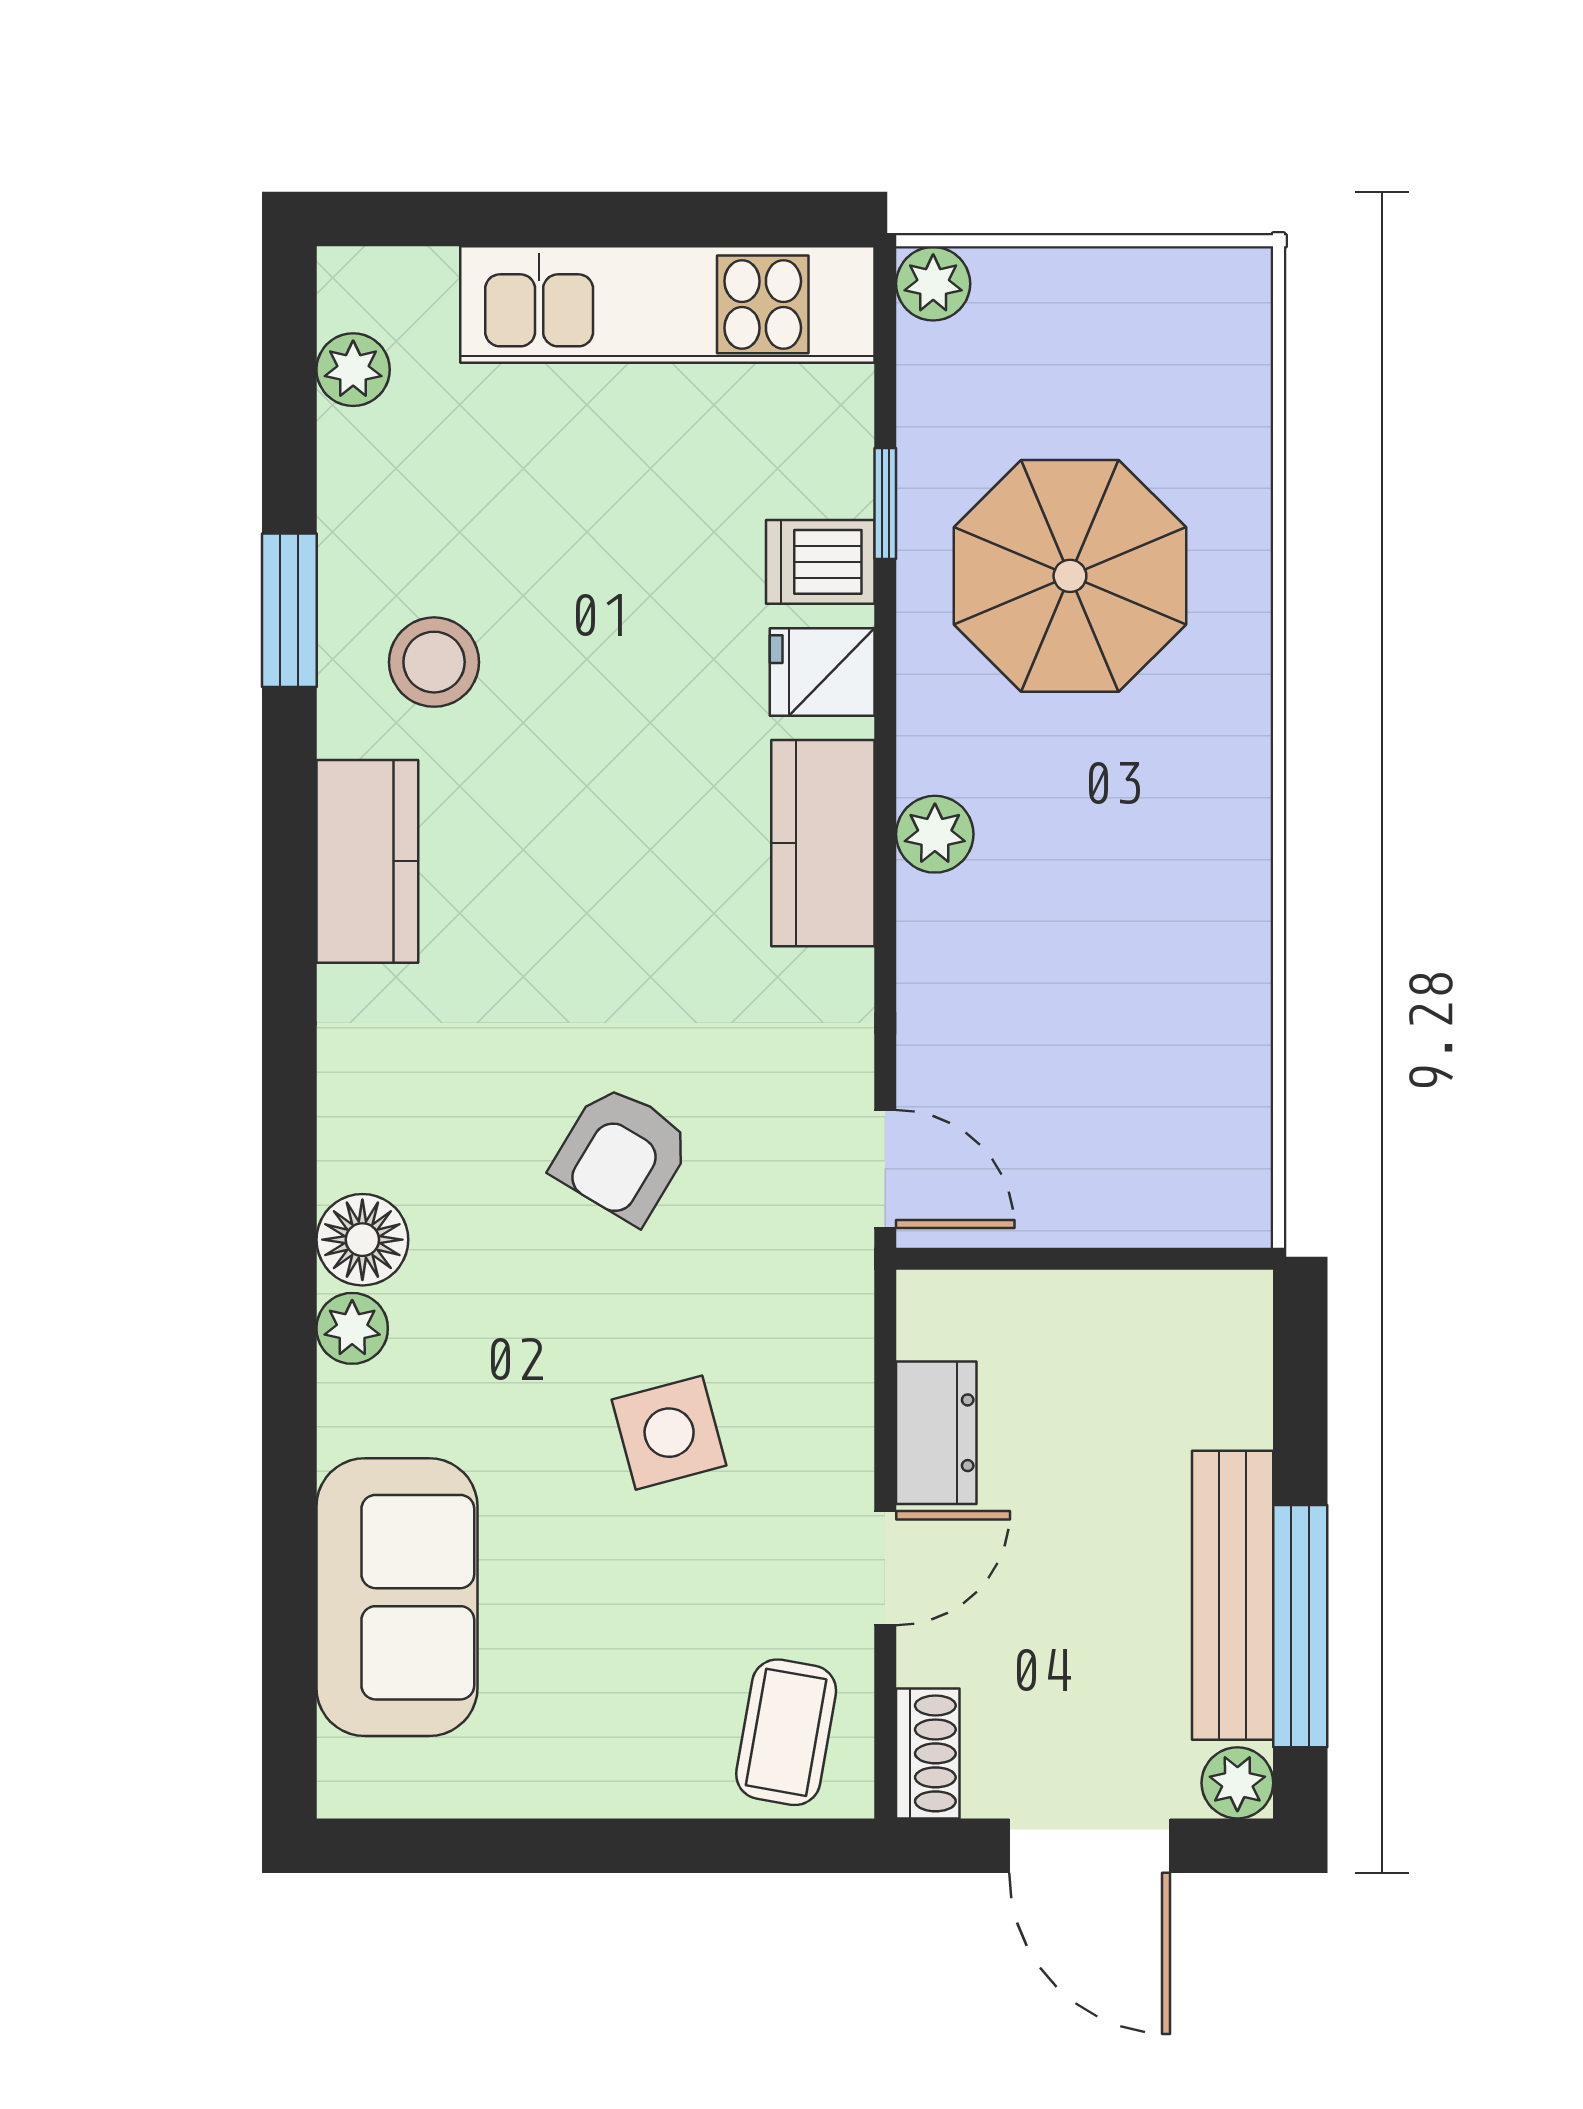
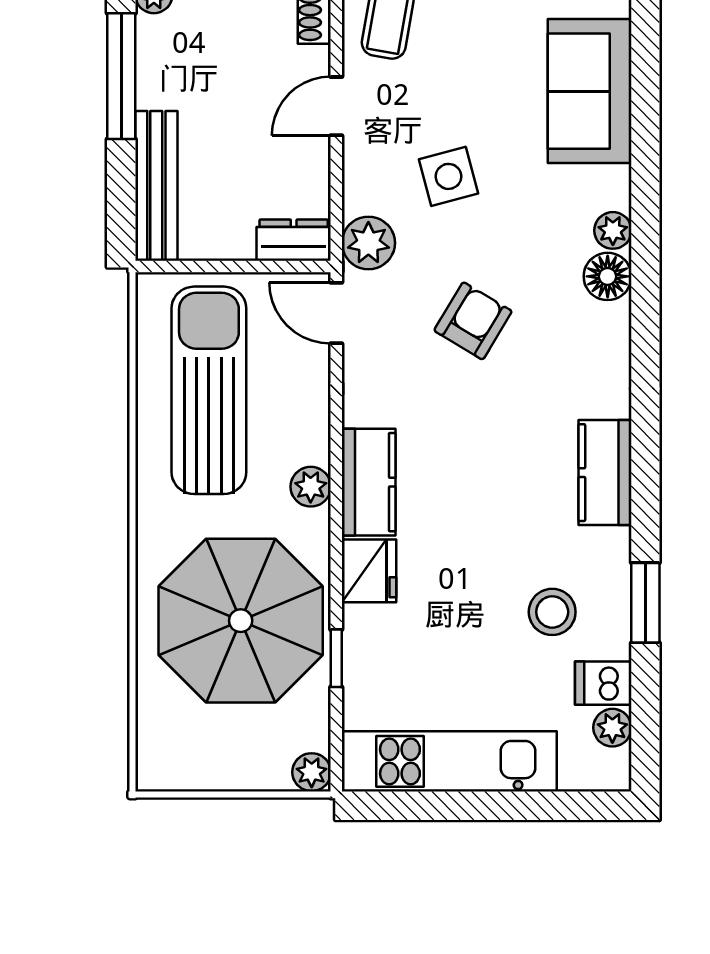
dishwasher: (820, 562) -> (603, 683), moved, turned 180
parasol: (1070, 576) -> (241, 621), width x1.36, depth x1.36
stool: (434, 662) -> (552, 612), moved
fridge: (822, 672) -> (369, 571), width x1.38
sun lounger: (1131, 1020) -> (209, 390), added
plant: (824, 1304) -> (368, 243), added
dresser: (936, 1433) -> (294, 240), moved, turned 90
bench: (1233, 1595) -> (156, 186), moved

